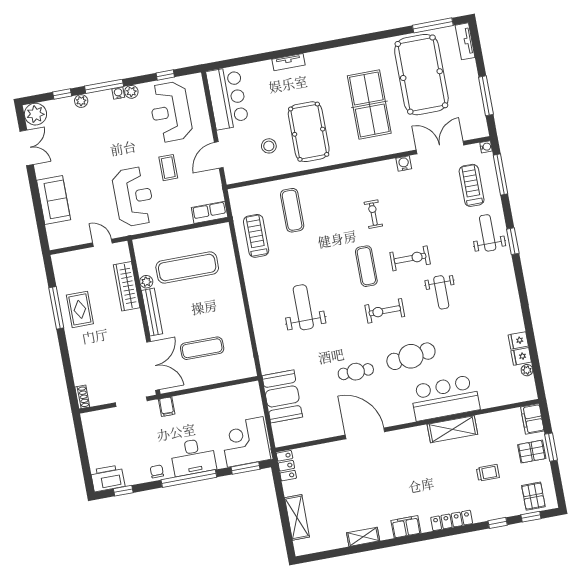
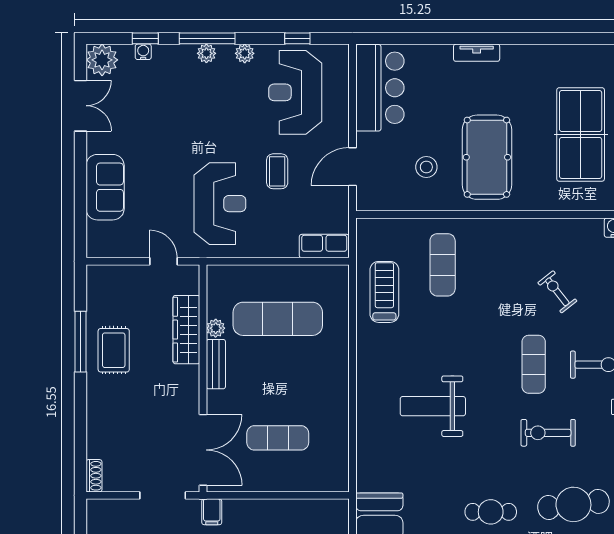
water cooler: (118, 93) -> (143, 52), moved
plant: (81, 101) -> (206, 53), moved
exercise bike: (373, 214) -> (557, 292), turned -38
weight bench: (303, 307) -> (433, 406), turned -90
bench: (152, 312) -> (216, 364), width x0.73

